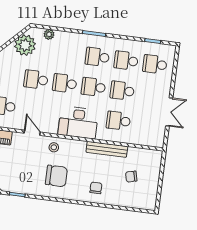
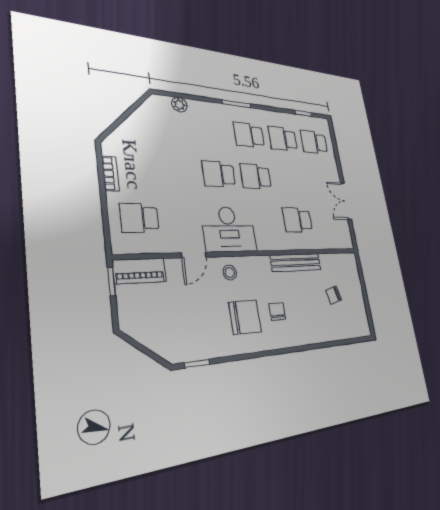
plant: (25, 45) -> (150, 120), removed
school desk: (36, 80) -> (178, 172), removed
school desk: (122, 91) -> (290, 179), removed
double door: (169, 112) -> (346, 201), swing flipped
desk: (78, 122) -> (229, 229), moved
door: (32, 133) -> (194, 255), swing flipped
chair: (96, 188) -> (277, 311), moved

